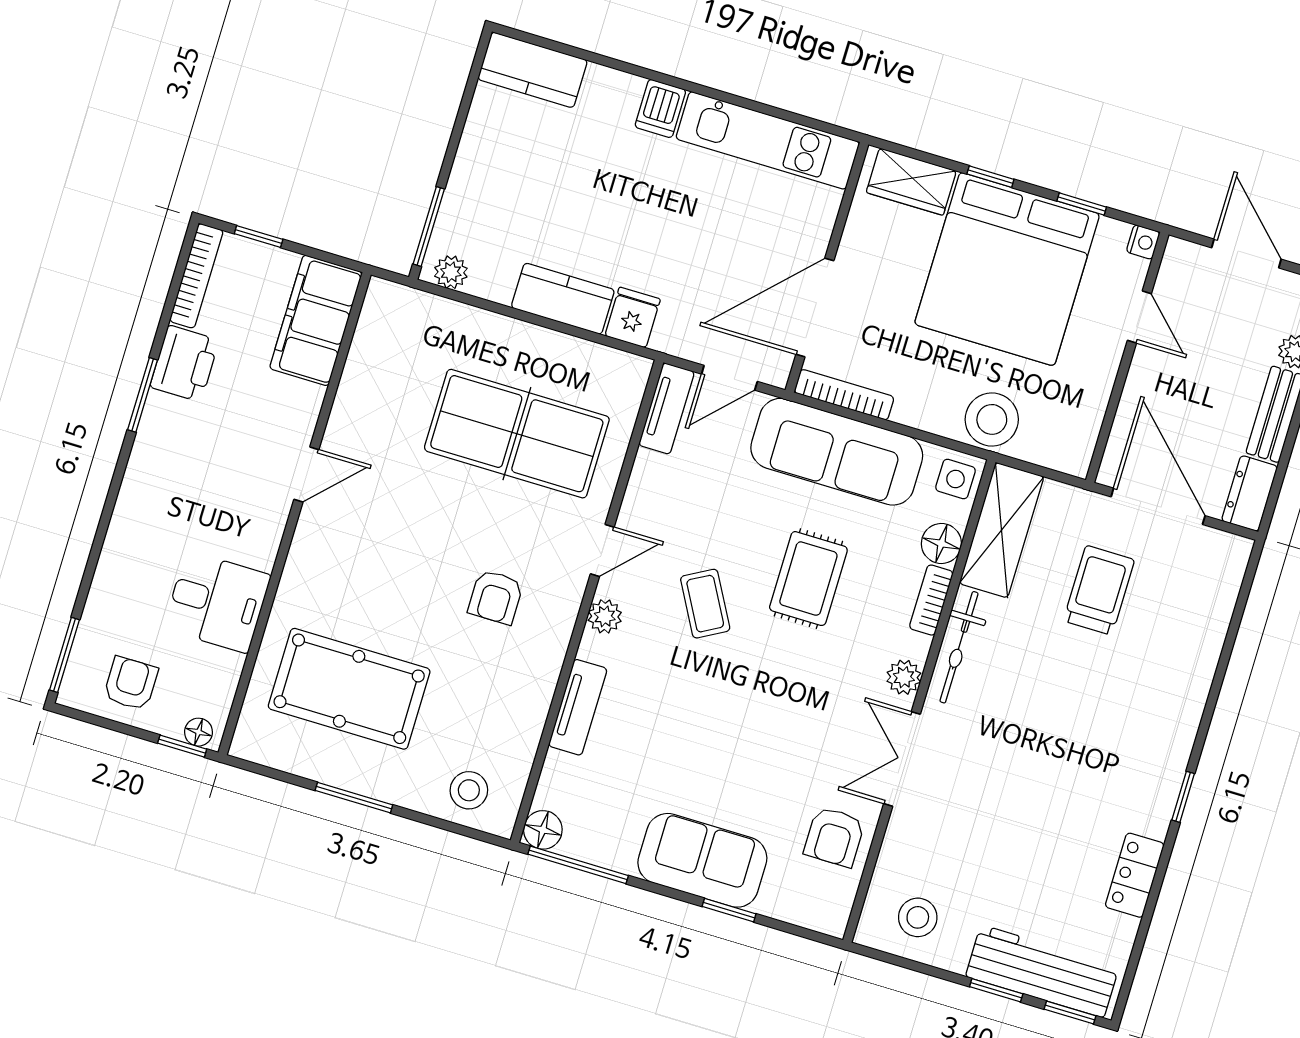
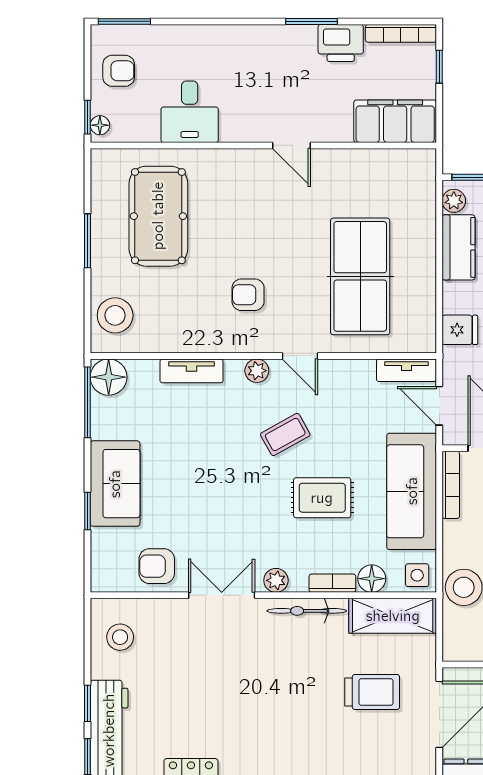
kitchen counter: (563, 299) -> (458, 247), moved
stool: (469, 790) -> (115, 315), width x1.38, depth x1.38
floor lamp: (543, 830) -> (109, 377), width x1.38, depth x1.38

